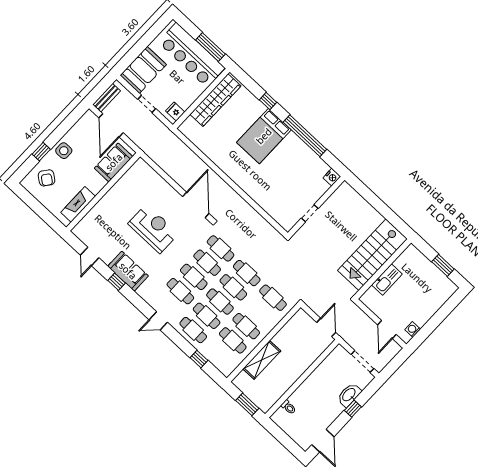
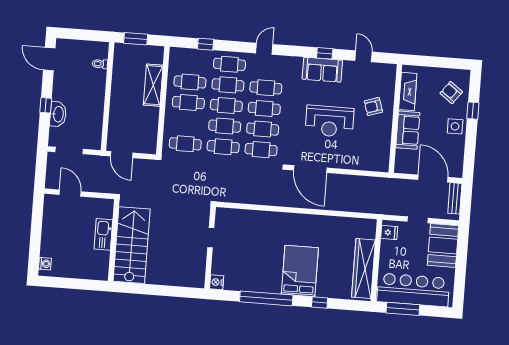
sofa: (114, 162) -> (408, 130), moved
armchair: (112, 214) -> (373, 107), added
window: (443, 265) -> (67, 283), removed
washing machine: (413, 329) -> (45, 264), moved

